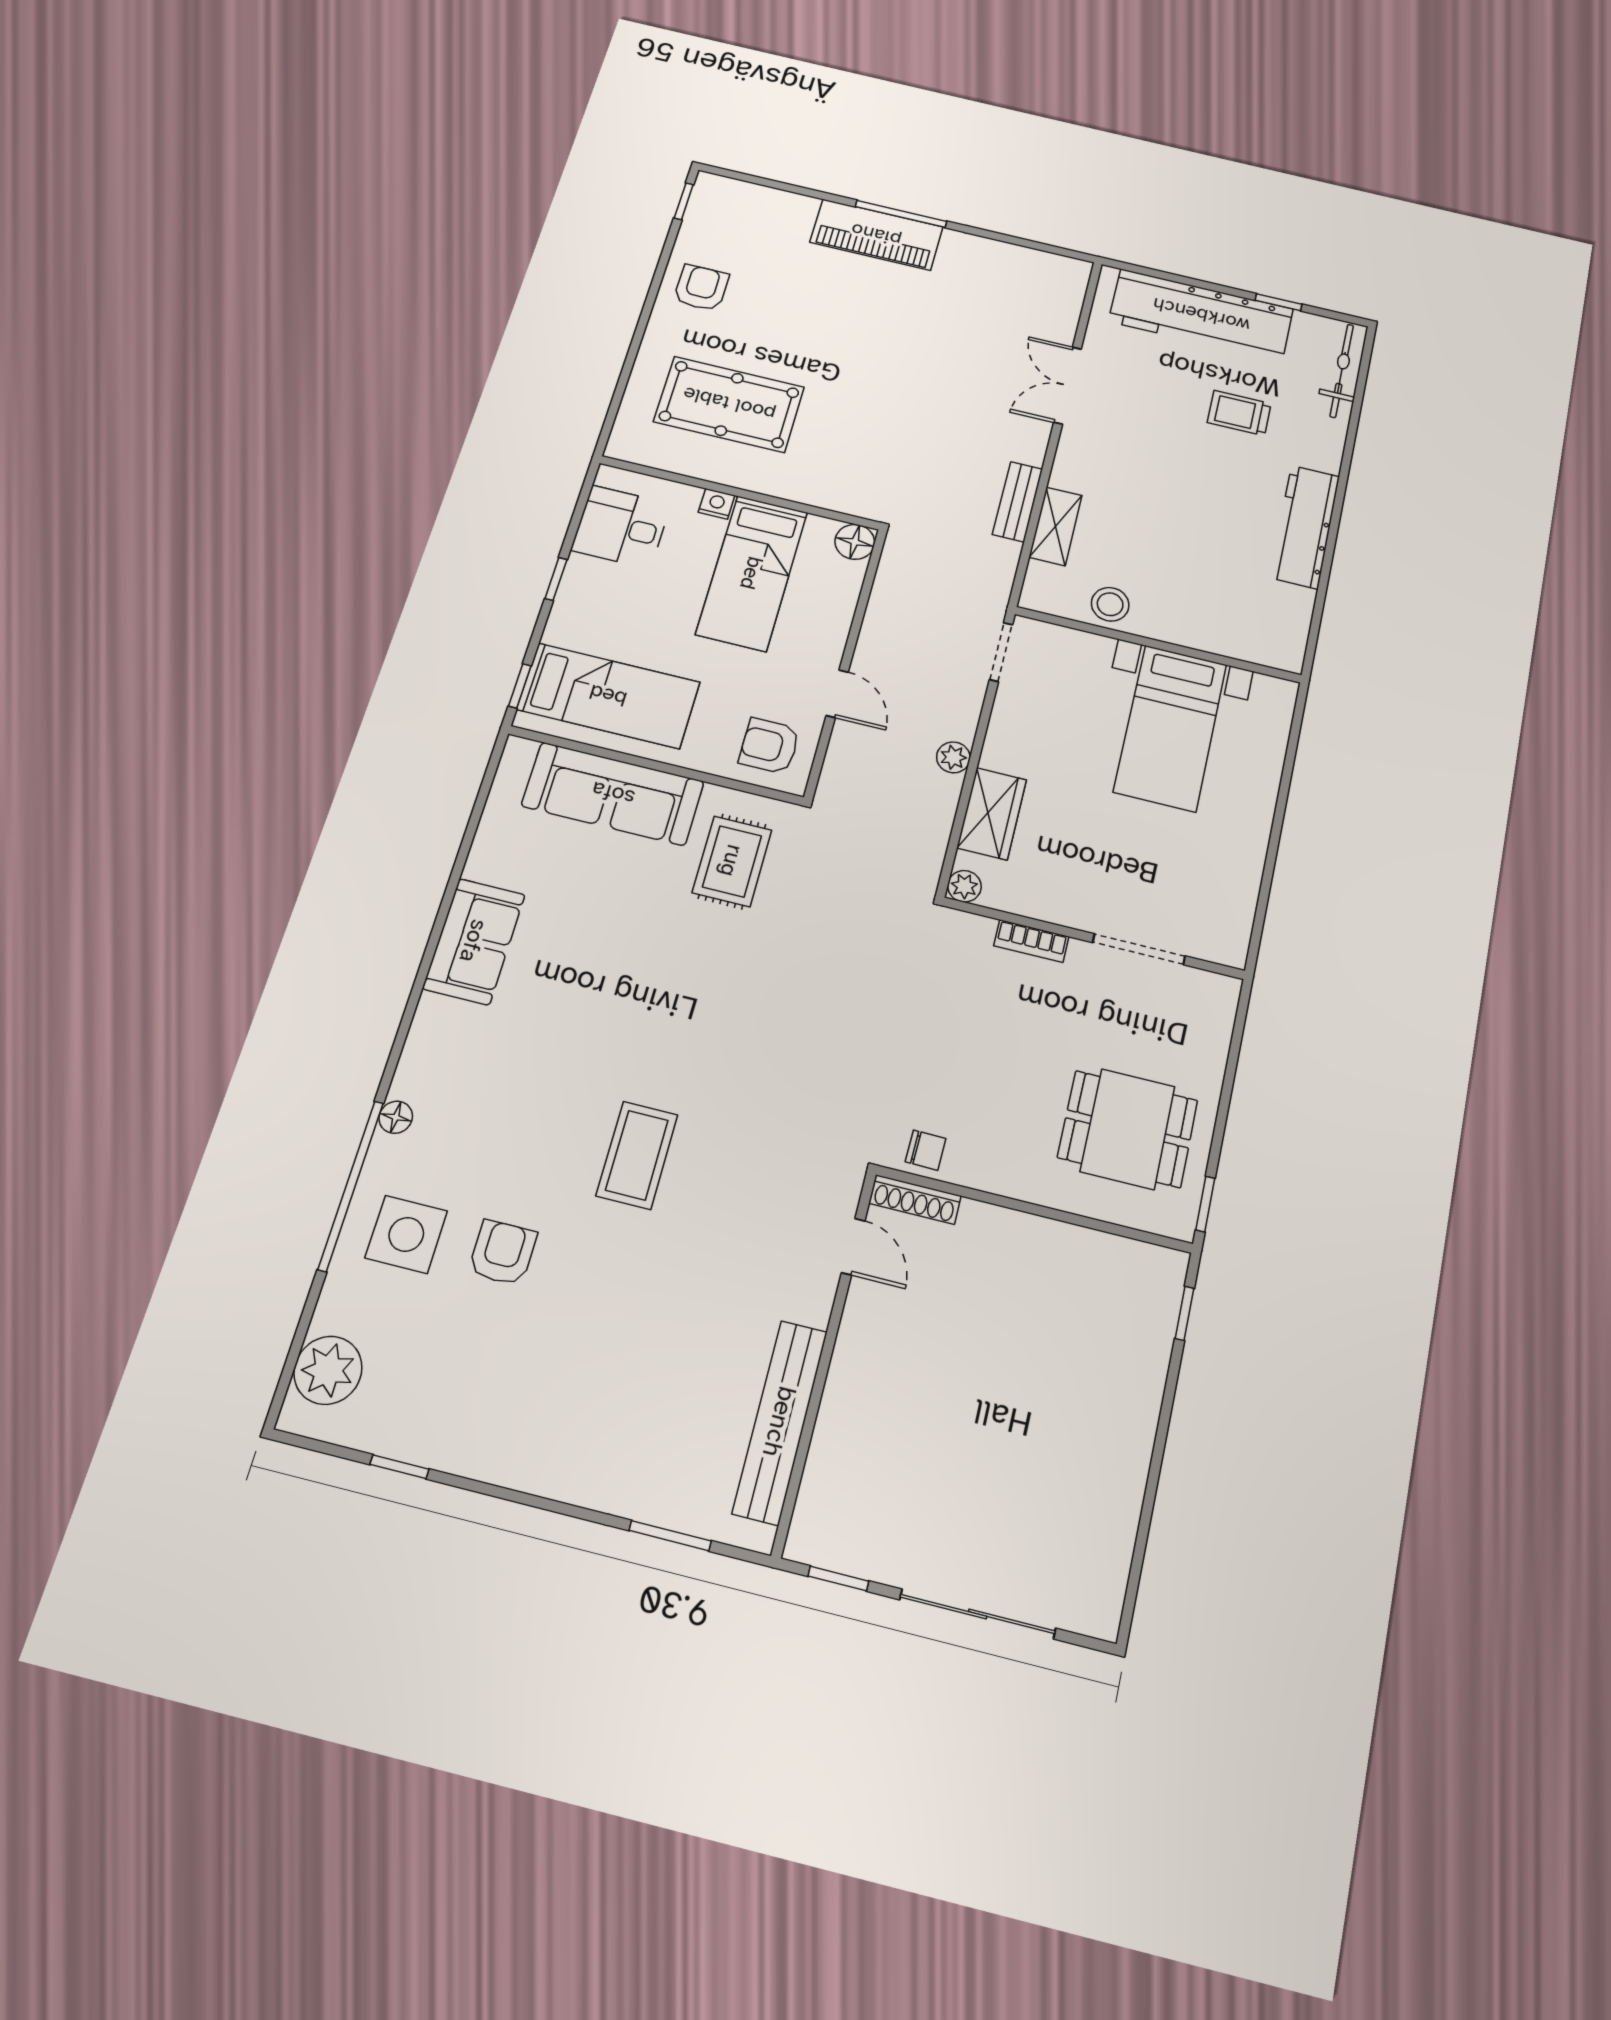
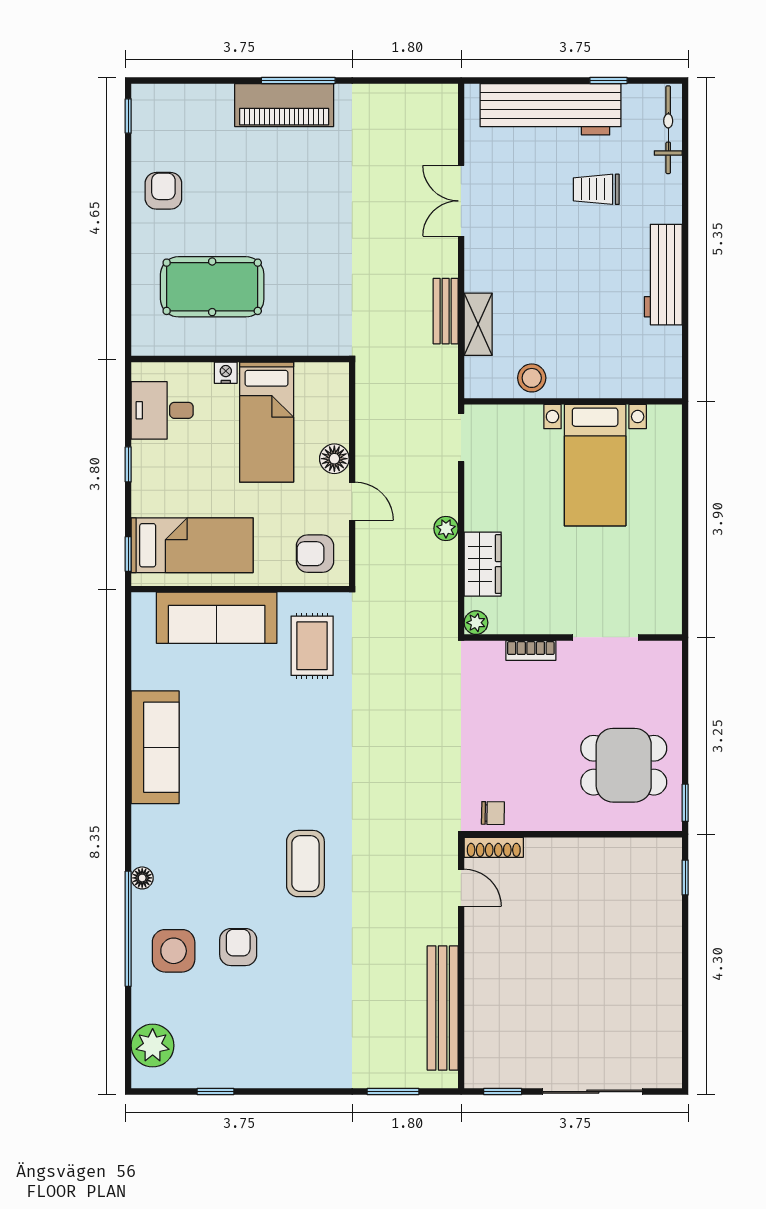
floor lamp: (855, 542) -> (334, 459), moved
sofa: (474, 941) -> (155, 747), width x1.36

